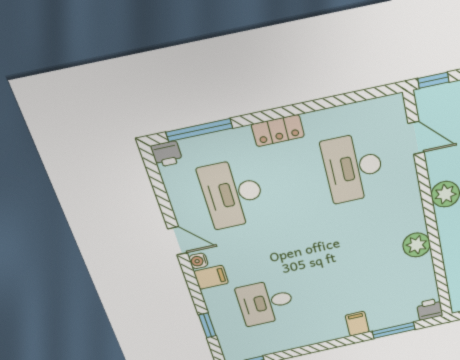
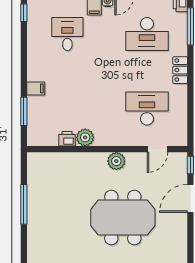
desk: (233, 194) -> (147, 34), turned 180
printer: (430, 309) -> (67, 139), moved, turned -90

